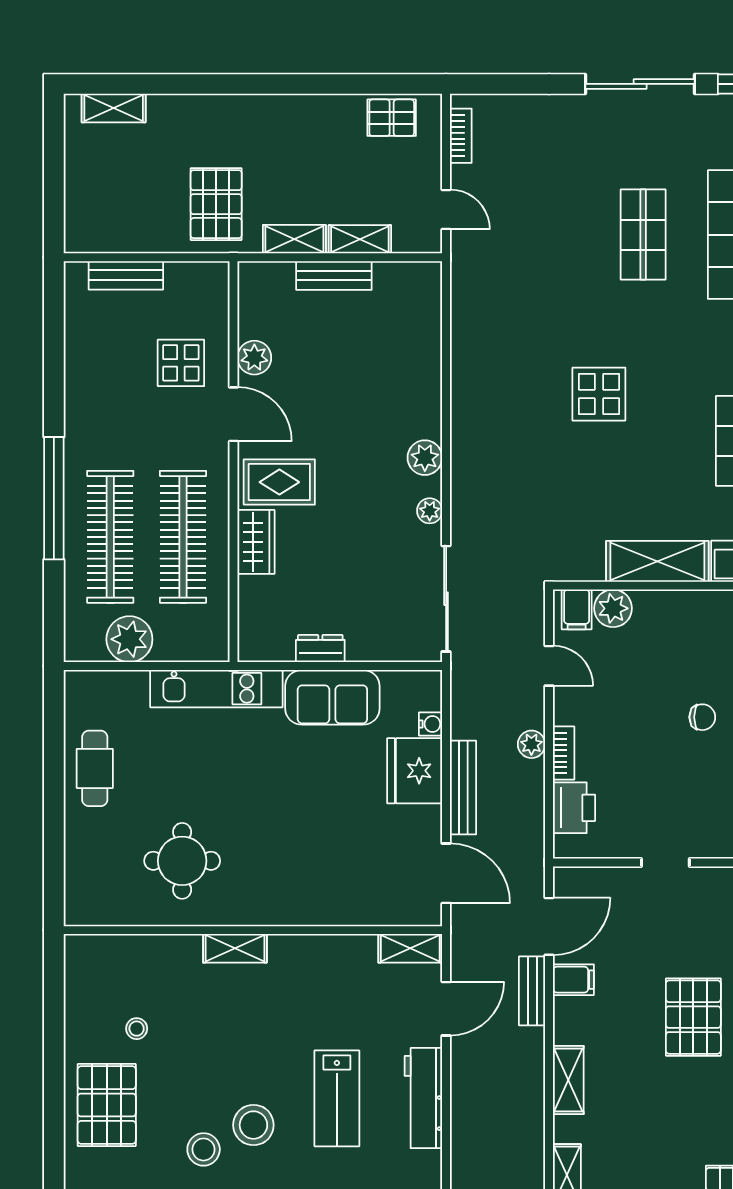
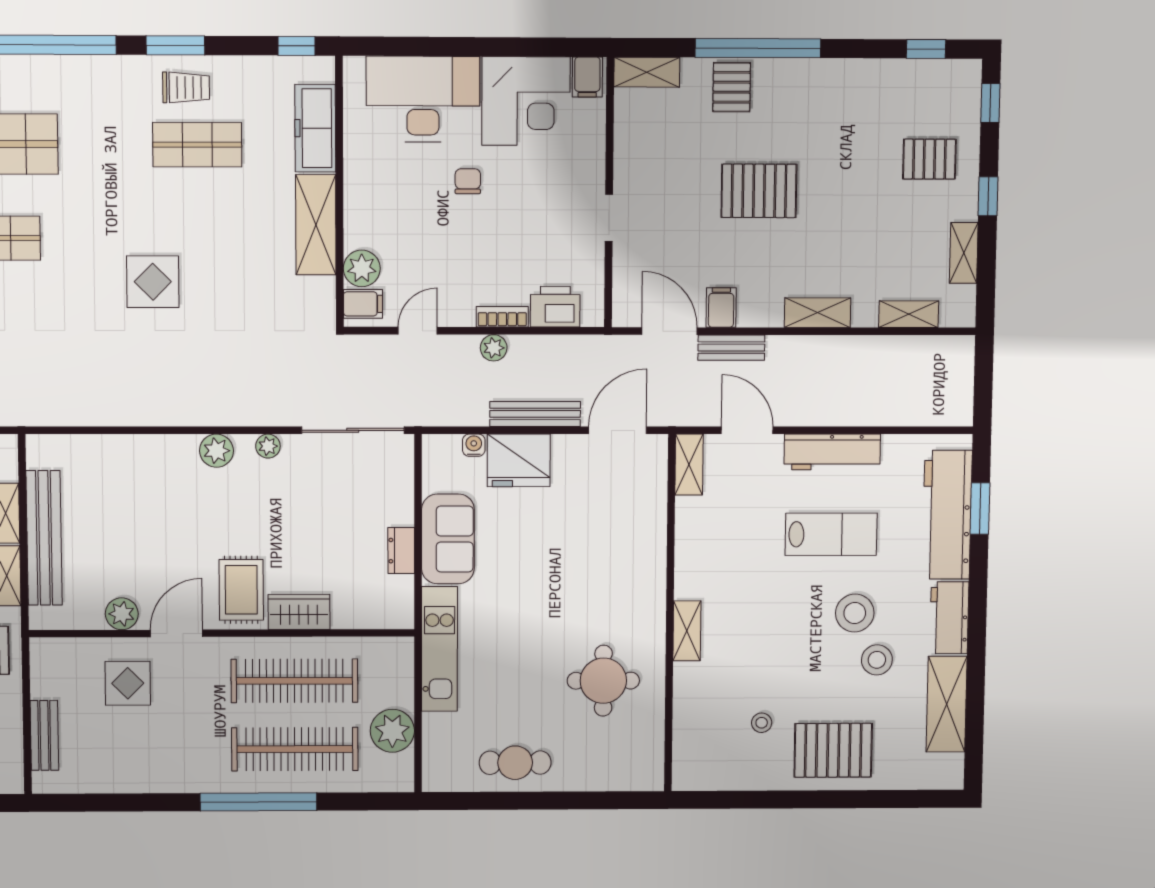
bench: (334, 275) -> (44, 538), width x1.86, depth x1.21

